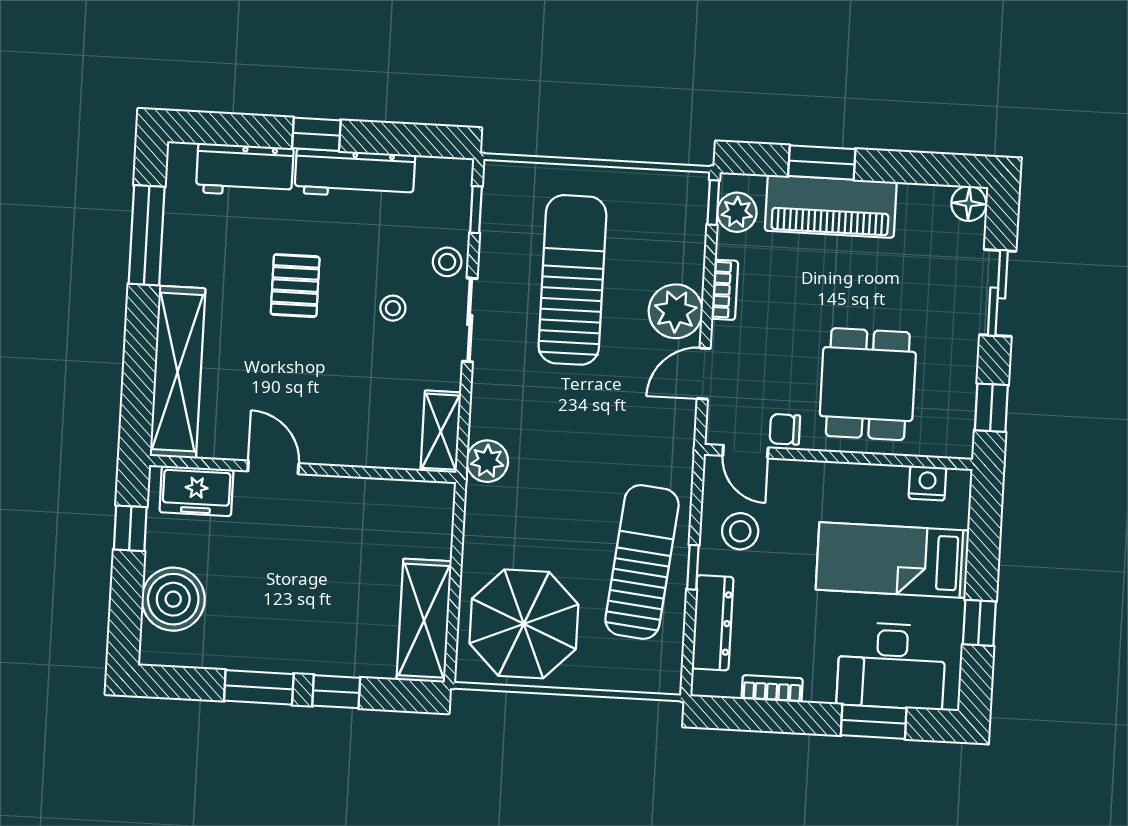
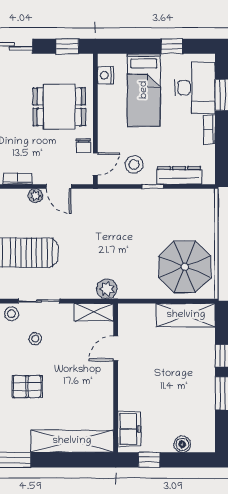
plant: (676, 311) -> (35, 196), width x0.53, depth x0.53
door: (273, 467) -> (116, 348), moved
sun lounger: (642, 562) -> (152, 211), removed
boiler: (173, 599) -> (182, 444), width x0.54, depth x0.54
bookcase: (772, 689) -> (209, 130), moved

